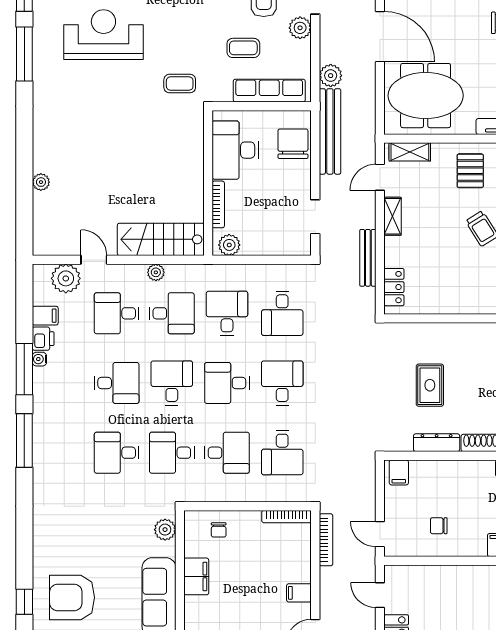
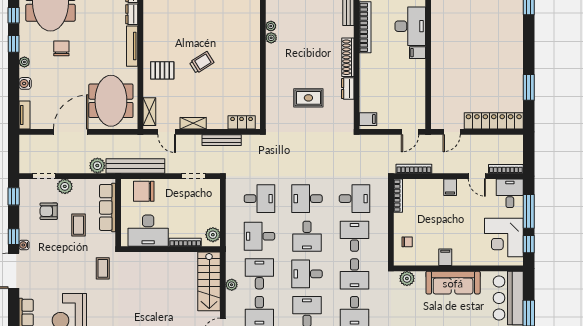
dresser: (437, 443) -> (348, 89), width x0.70
chair: (439, 526) -> (404, 92), removed
filing cabinet: (196, 576) -> (445, 257), width x0.50

